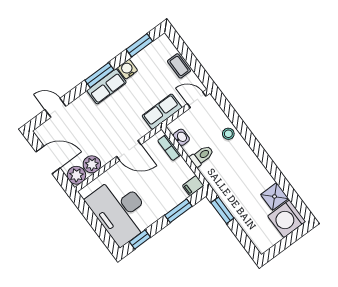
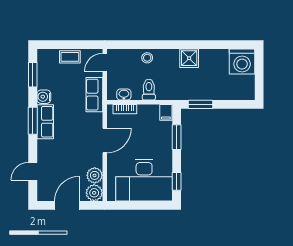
shower: (275, 196) -> (189, 58), moved

